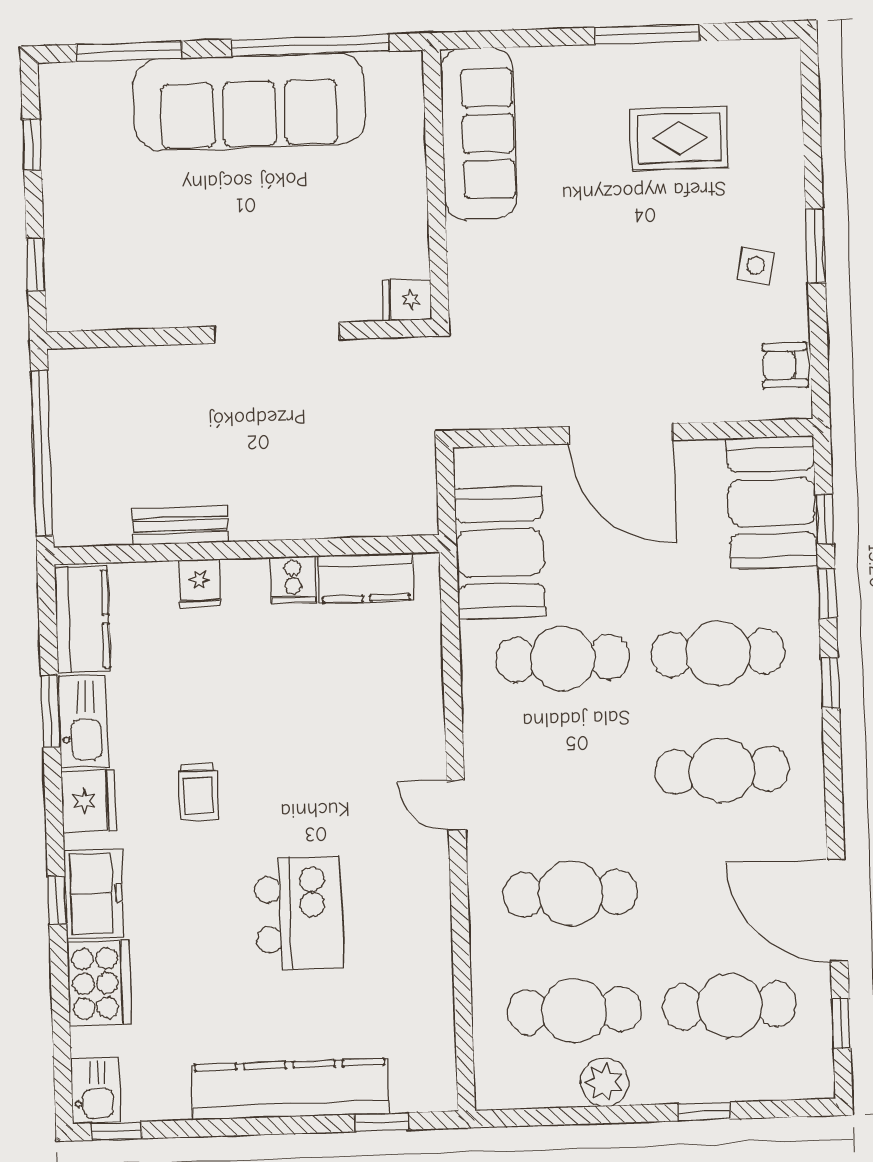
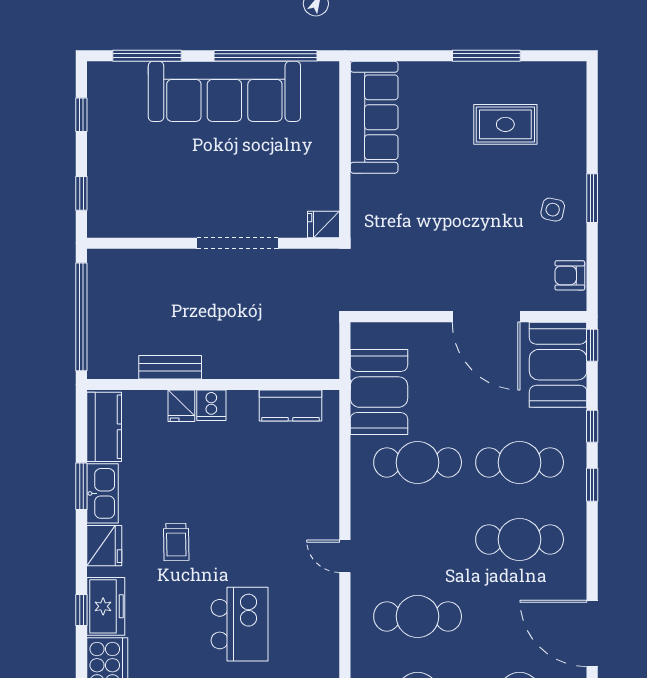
door: (621, 434) -> (486, 317), moved
window: (825, 519) -> (592, 345), moved
cooker: (293, 580) -> (211, 405), moved

